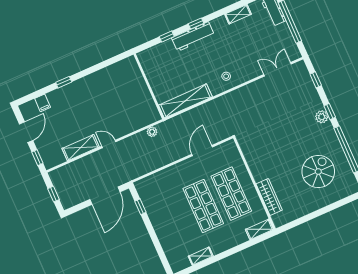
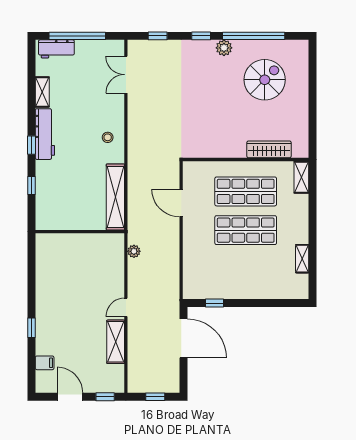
workbench: (193, 37) -> (45, 134), moved
plant: (322, 117) -> (224, 48), moved
spiral stairs: (318, 172) -> (265, 80), turned 90

